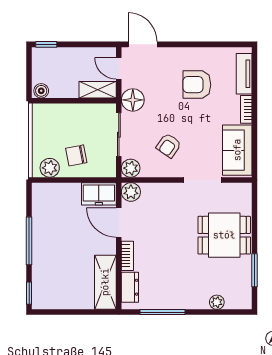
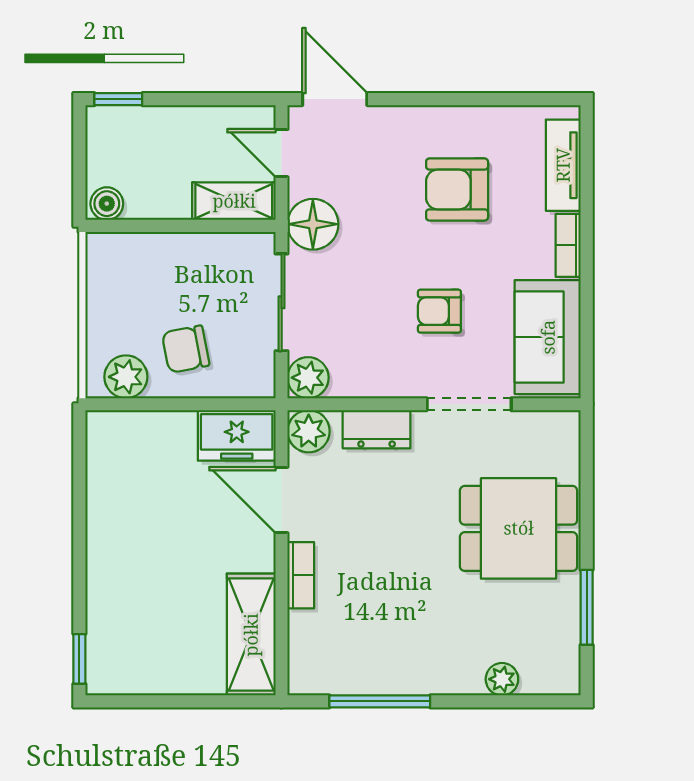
armchair: (169, 146) -> (439, 311), moved, turned 55
window: (29, 241) -> (79, 541), removed
dresser: (130, 287) -> (377, 429), moved, turned 90

